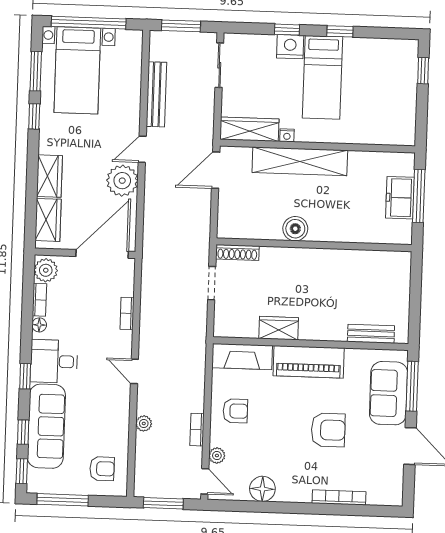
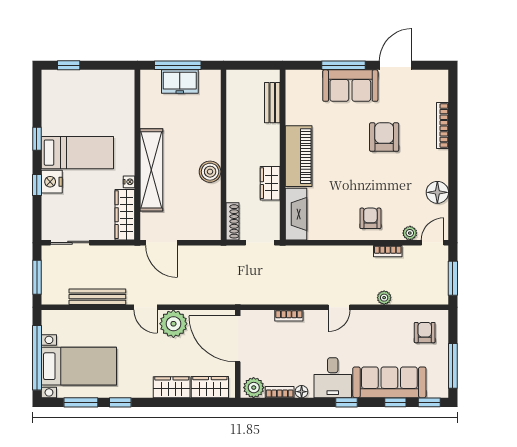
wardrobe: (279, 328) -> (270, 183), moved
bench: (371, 334) -> (272, 103), moved
wall: (311, 344) -> (283, 155), moved
fireplace: (242, 357) -> (296, 214), moved
piano: (309, 362) -> (299, 156), moved

